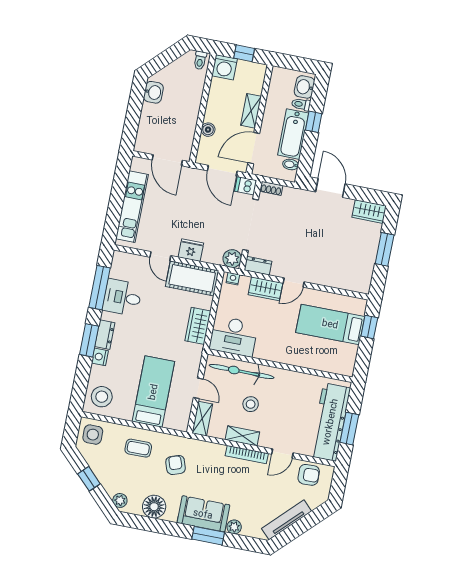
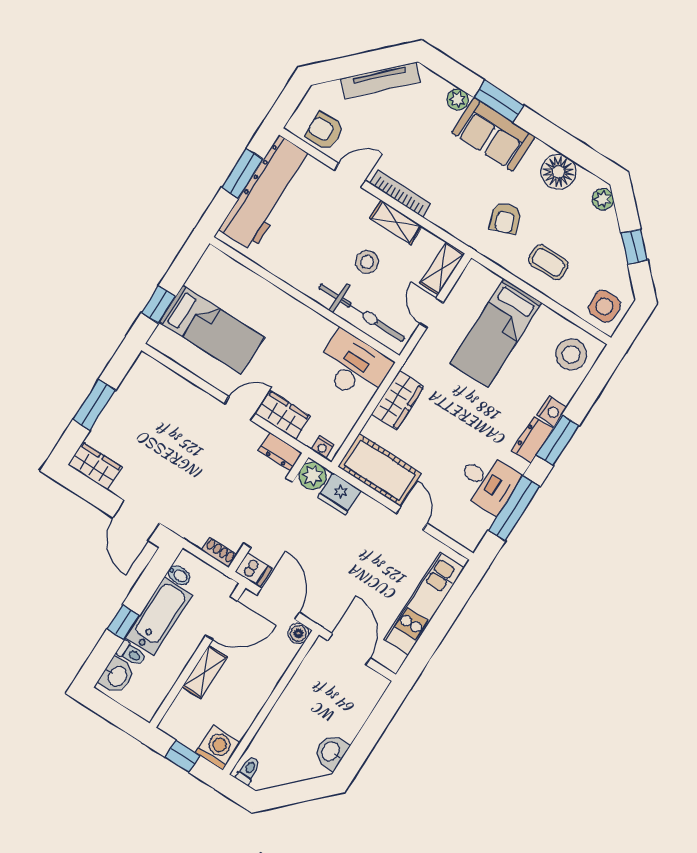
boiler: (208, 130) -> (298, 633), moved
fridge: (191, 250) -> (339, 494), moved

